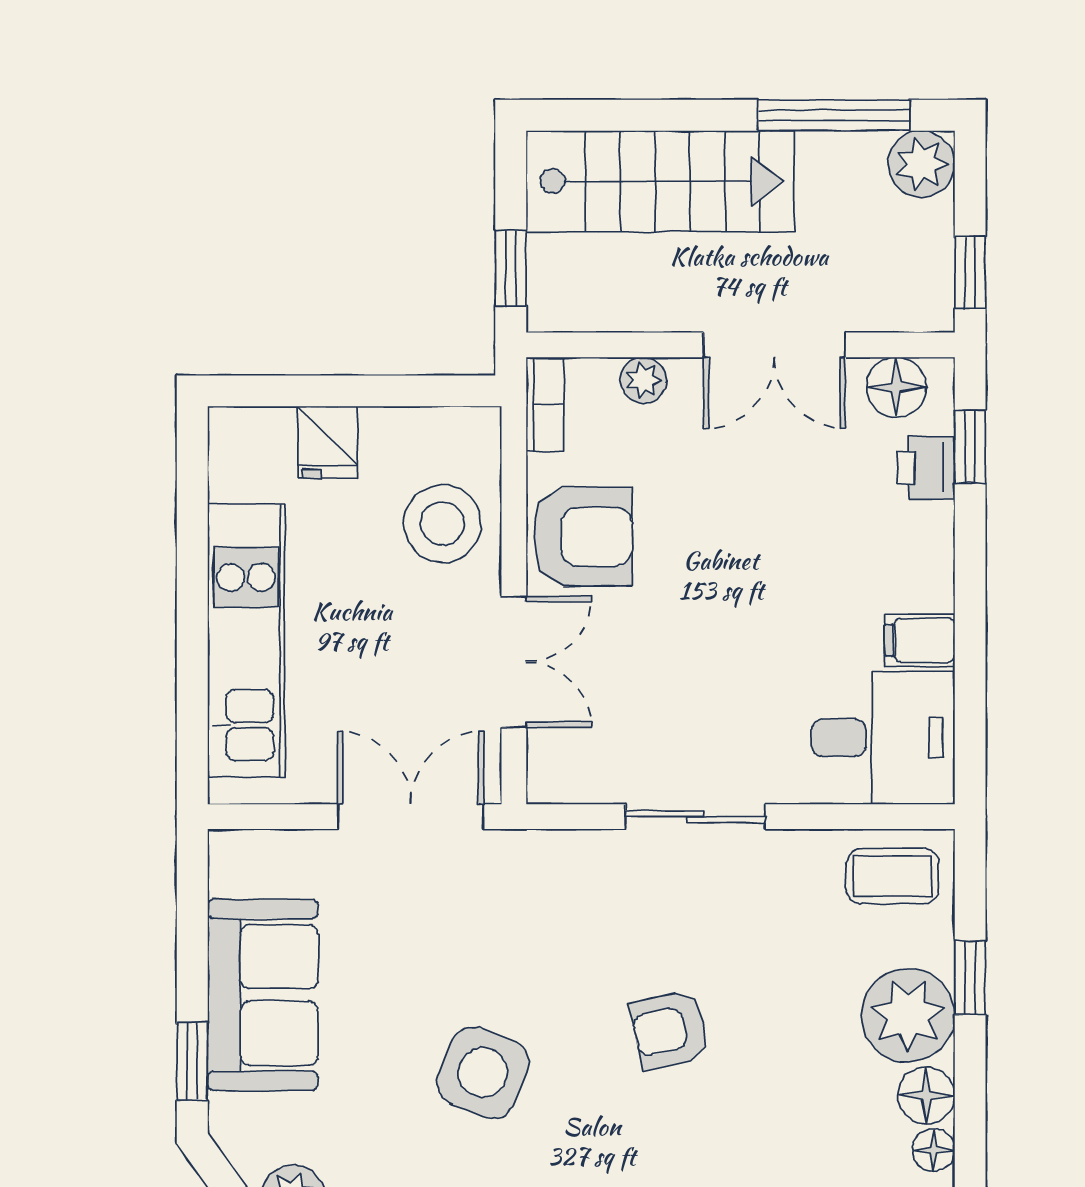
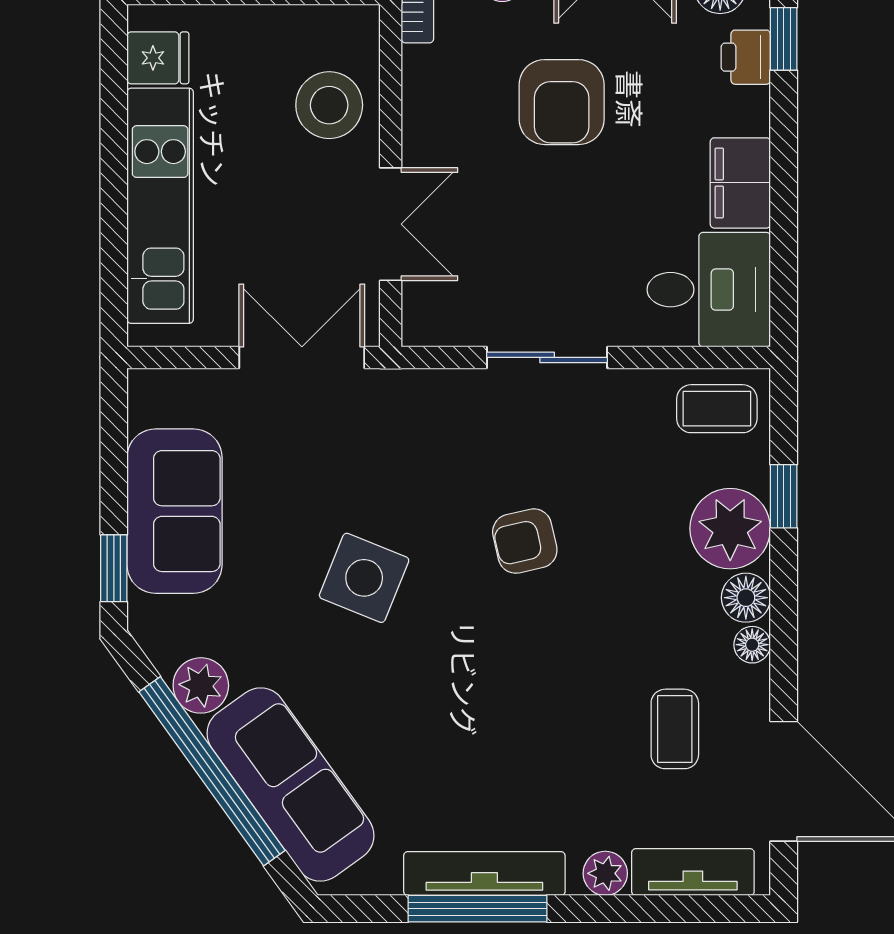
fridge: (327, 442) -> (158, 58), moved, turned -90
armchair: (583, 537) -> (562, 102), moved, turned 90
filing cabinet: (920, 640) -> (740, 183), width x2.00

